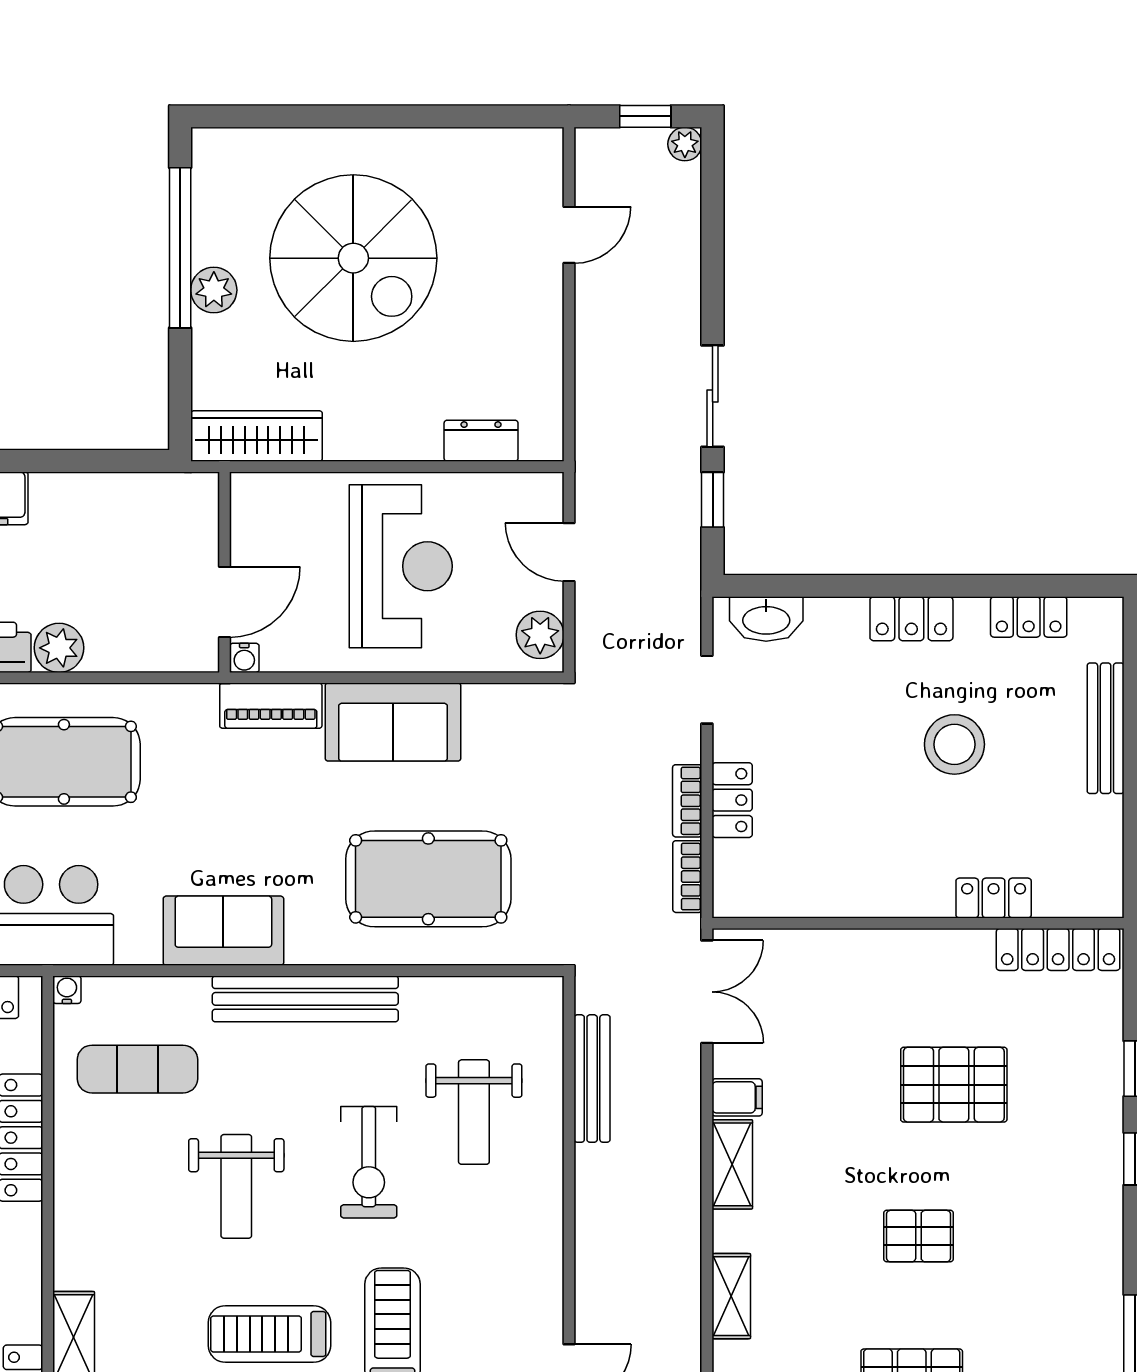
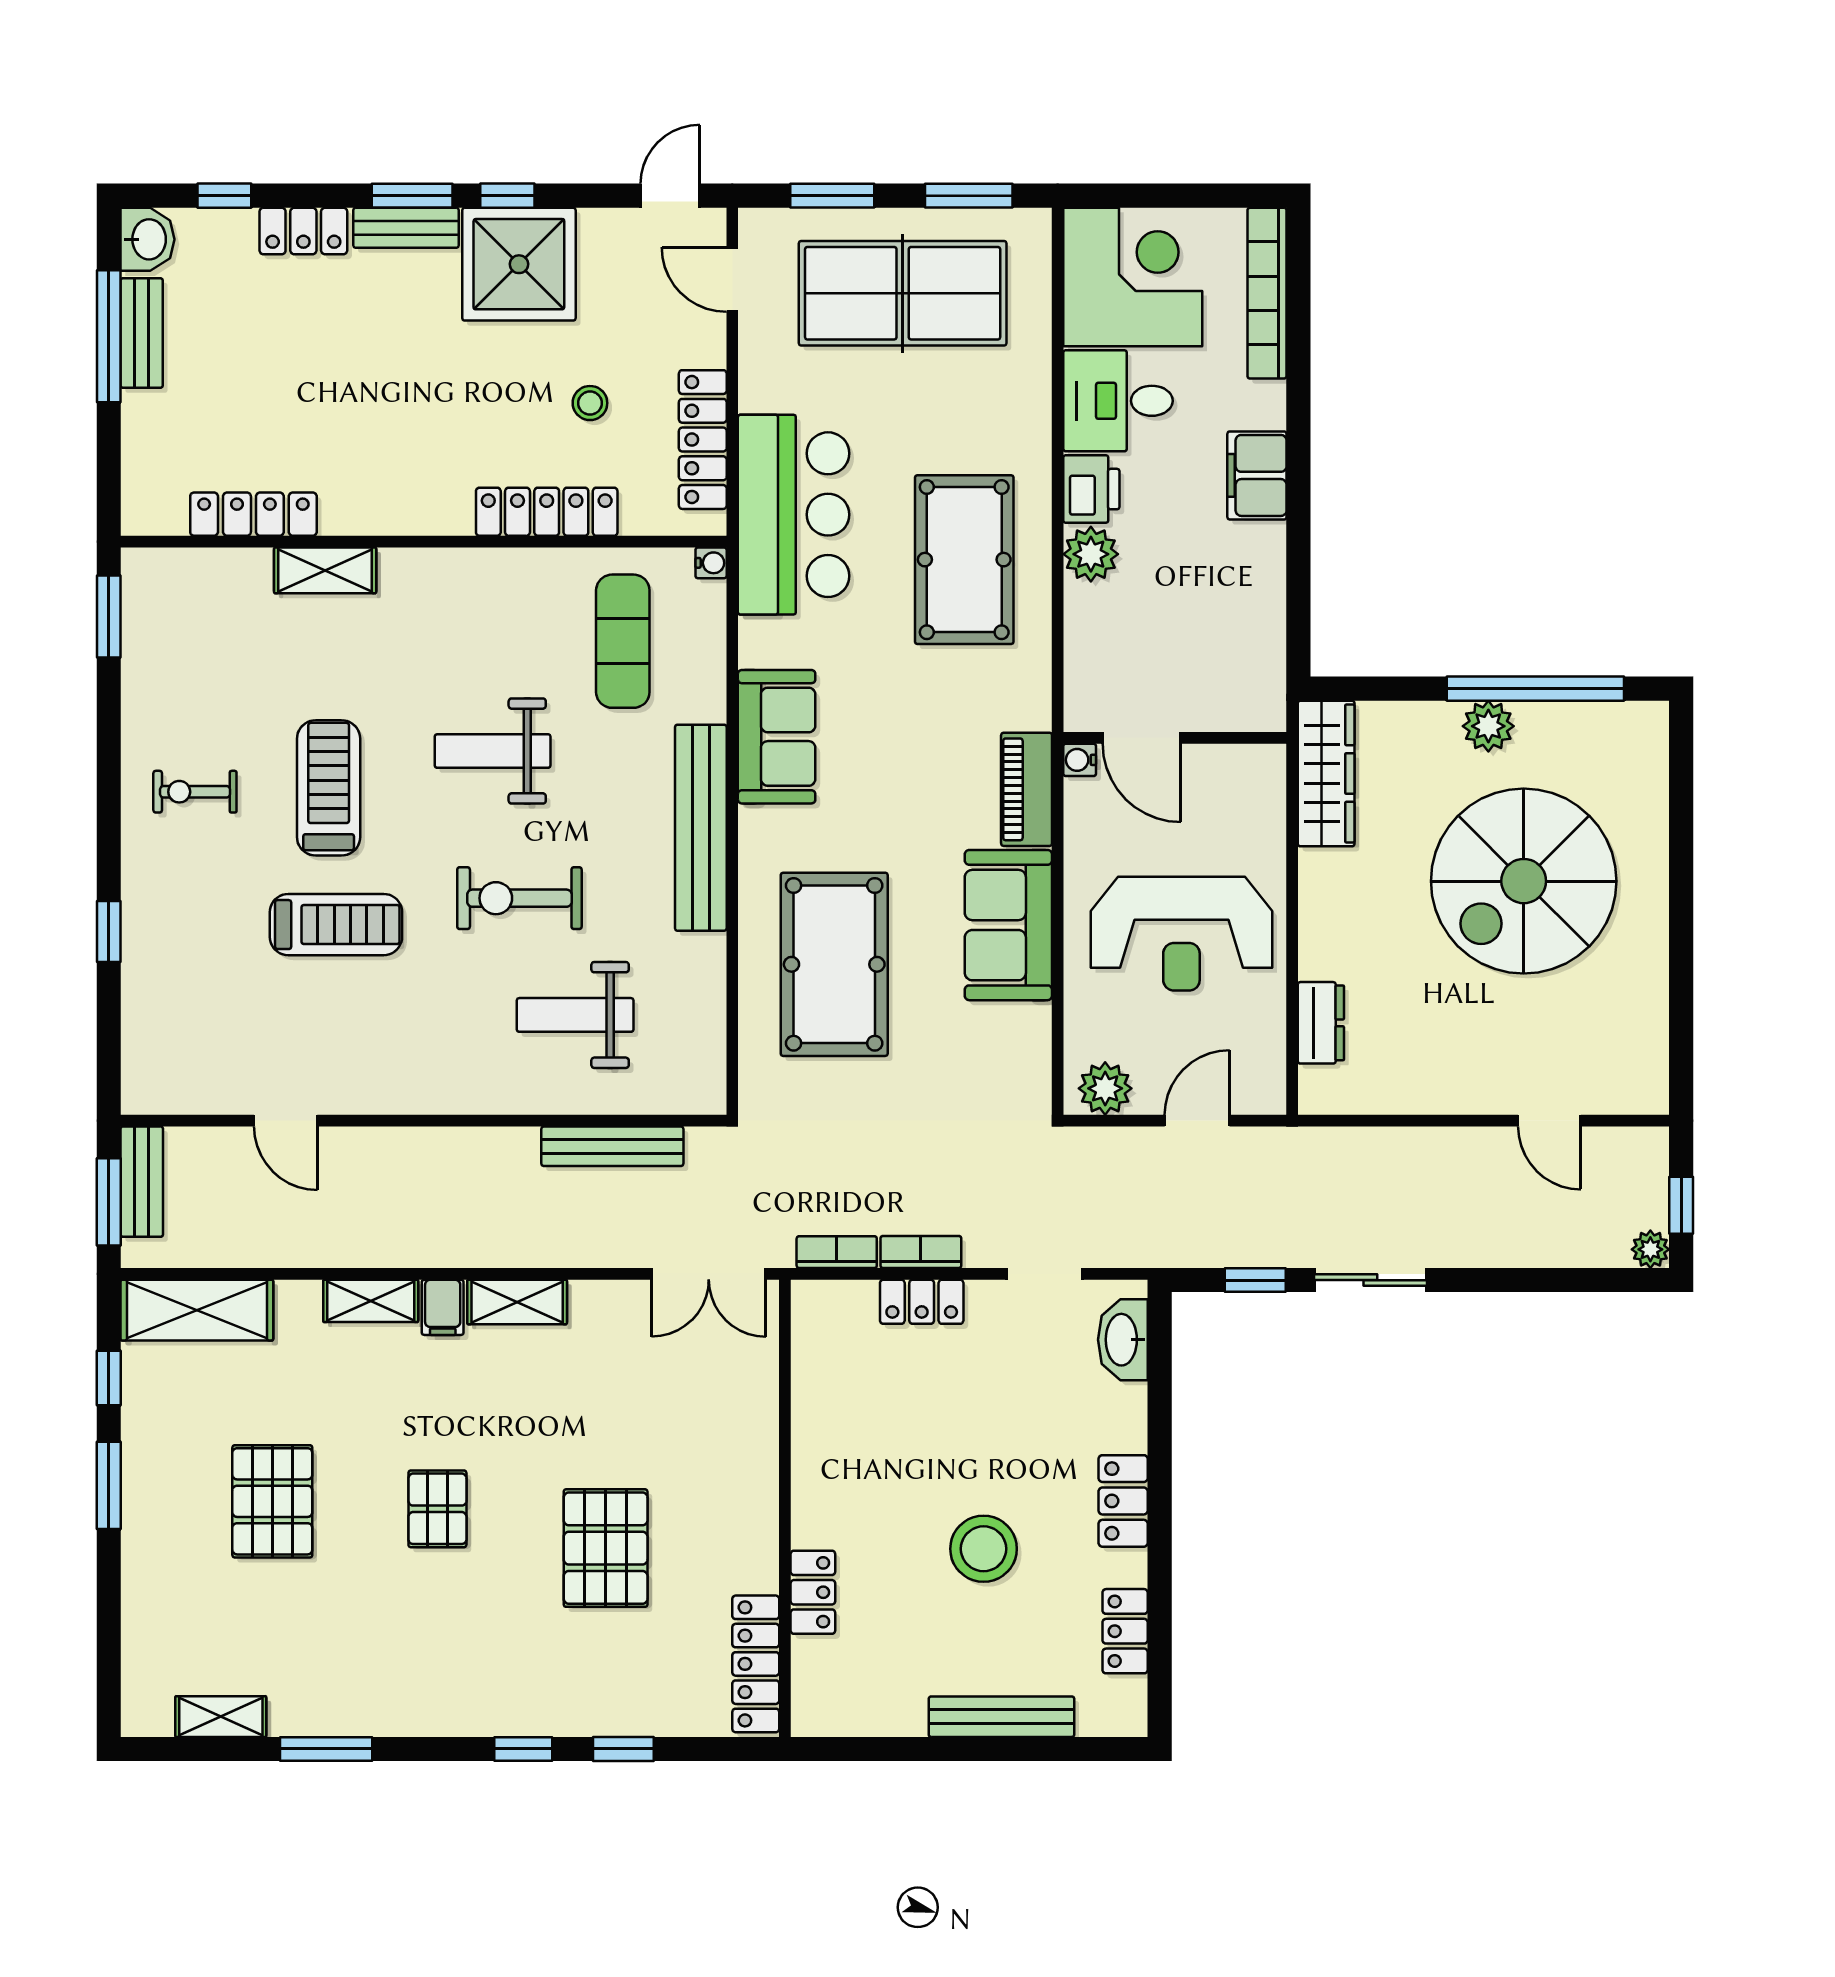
filing cabinet: (737, 1097) -> (443, 1307), moved

